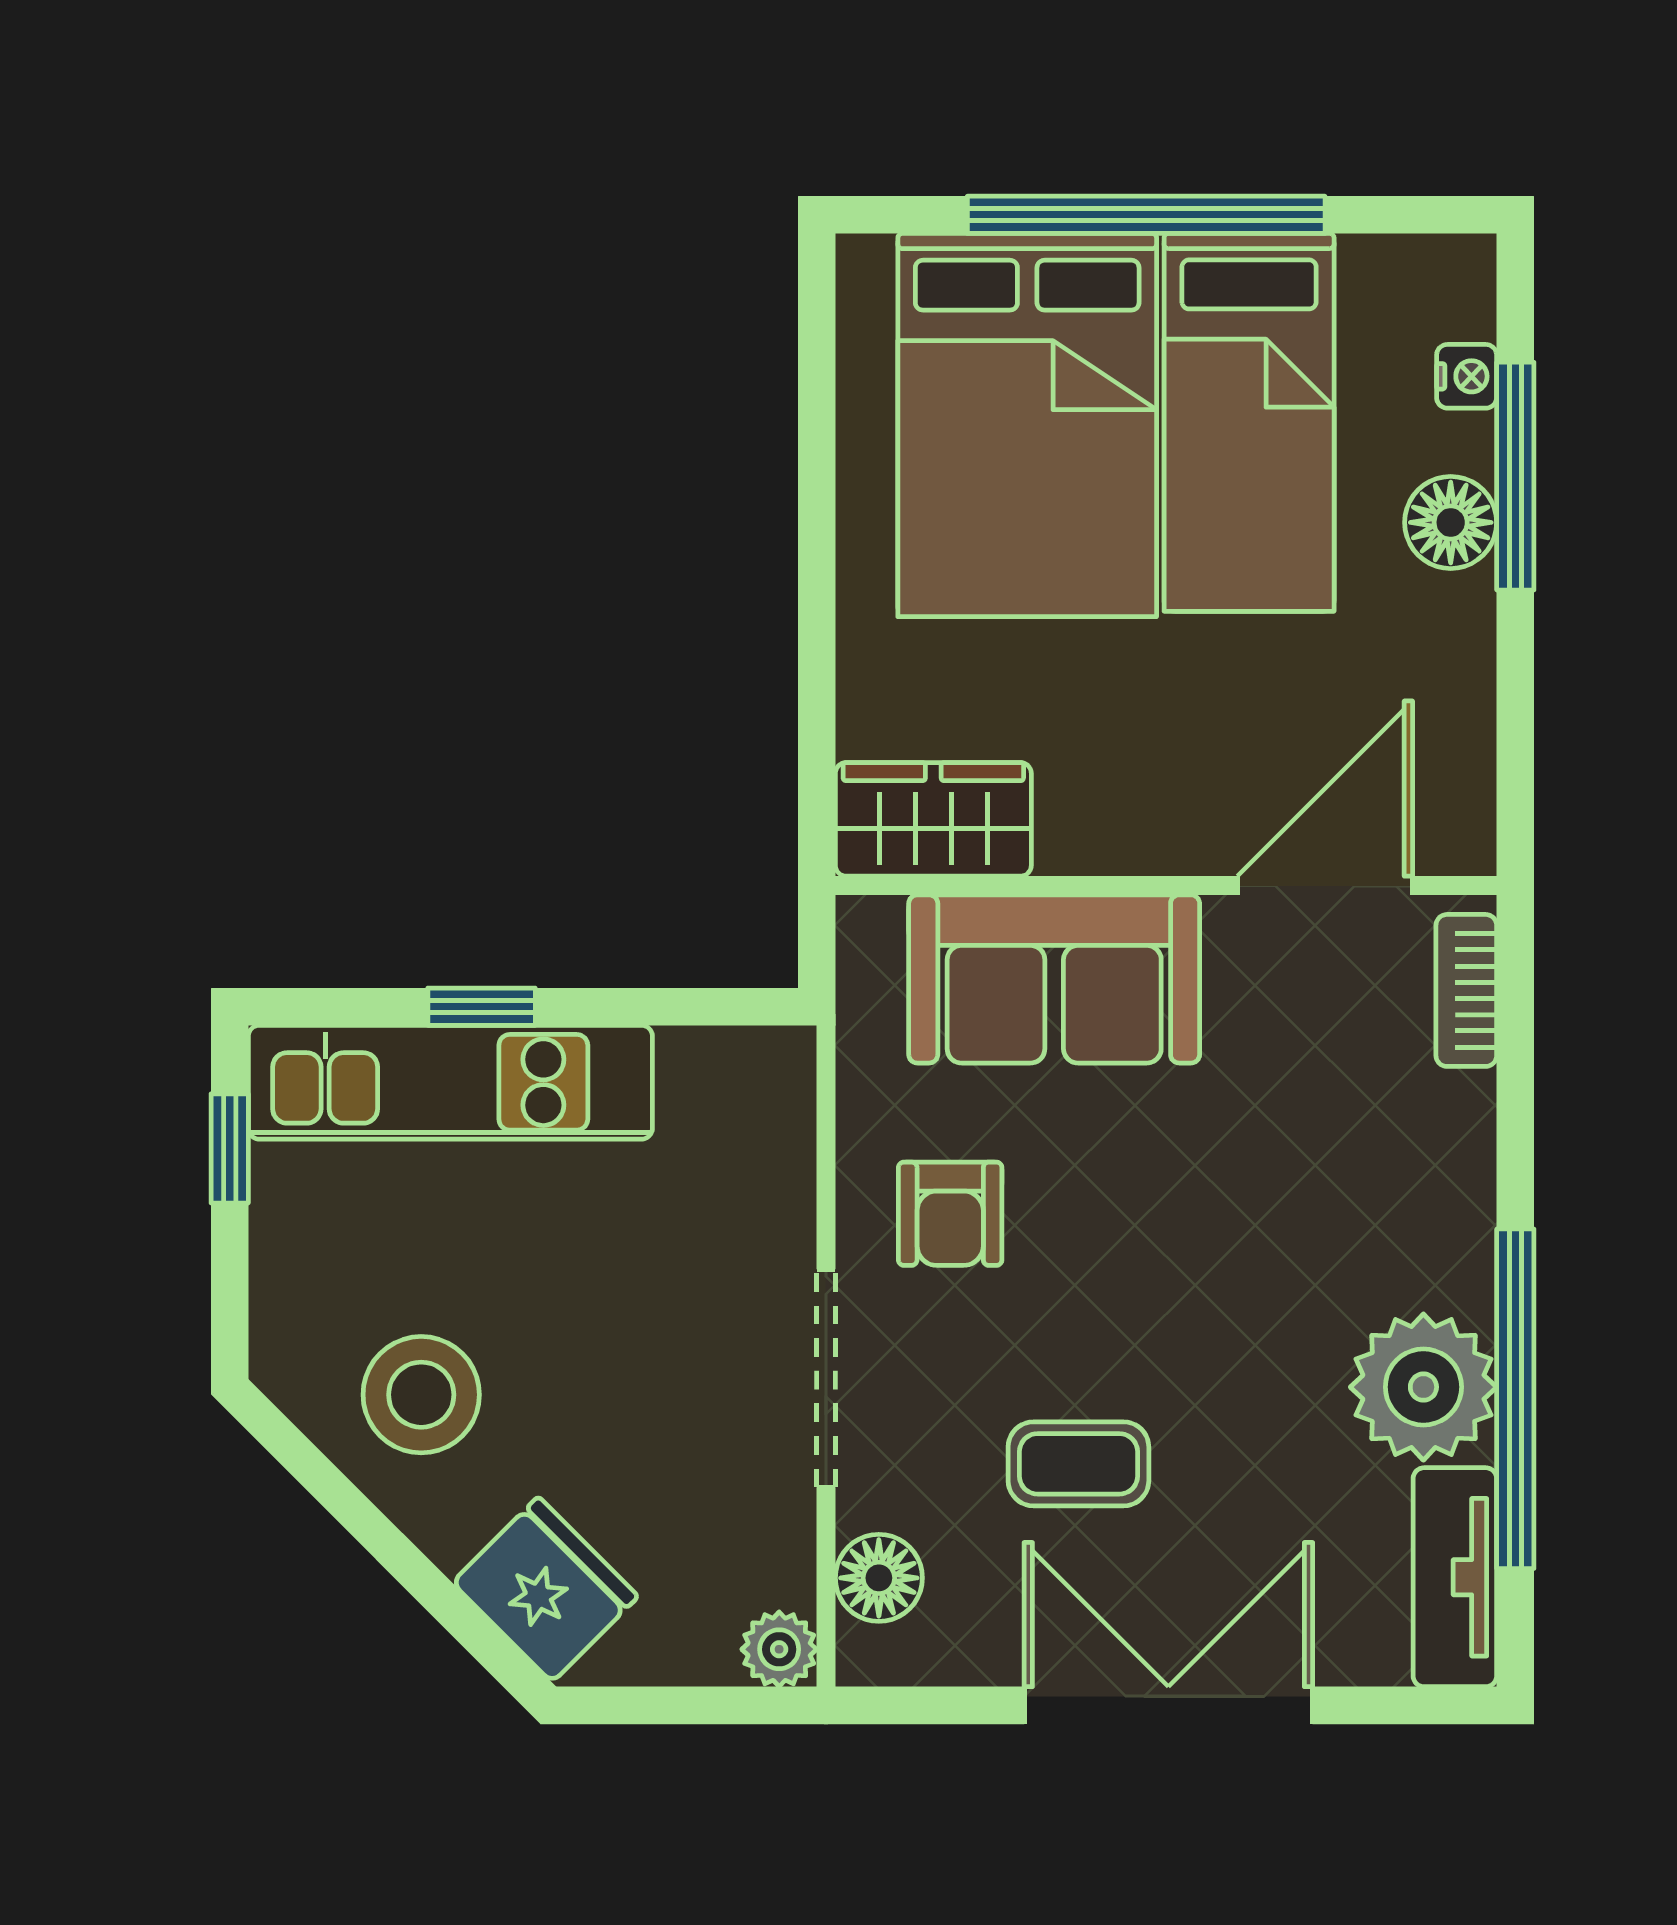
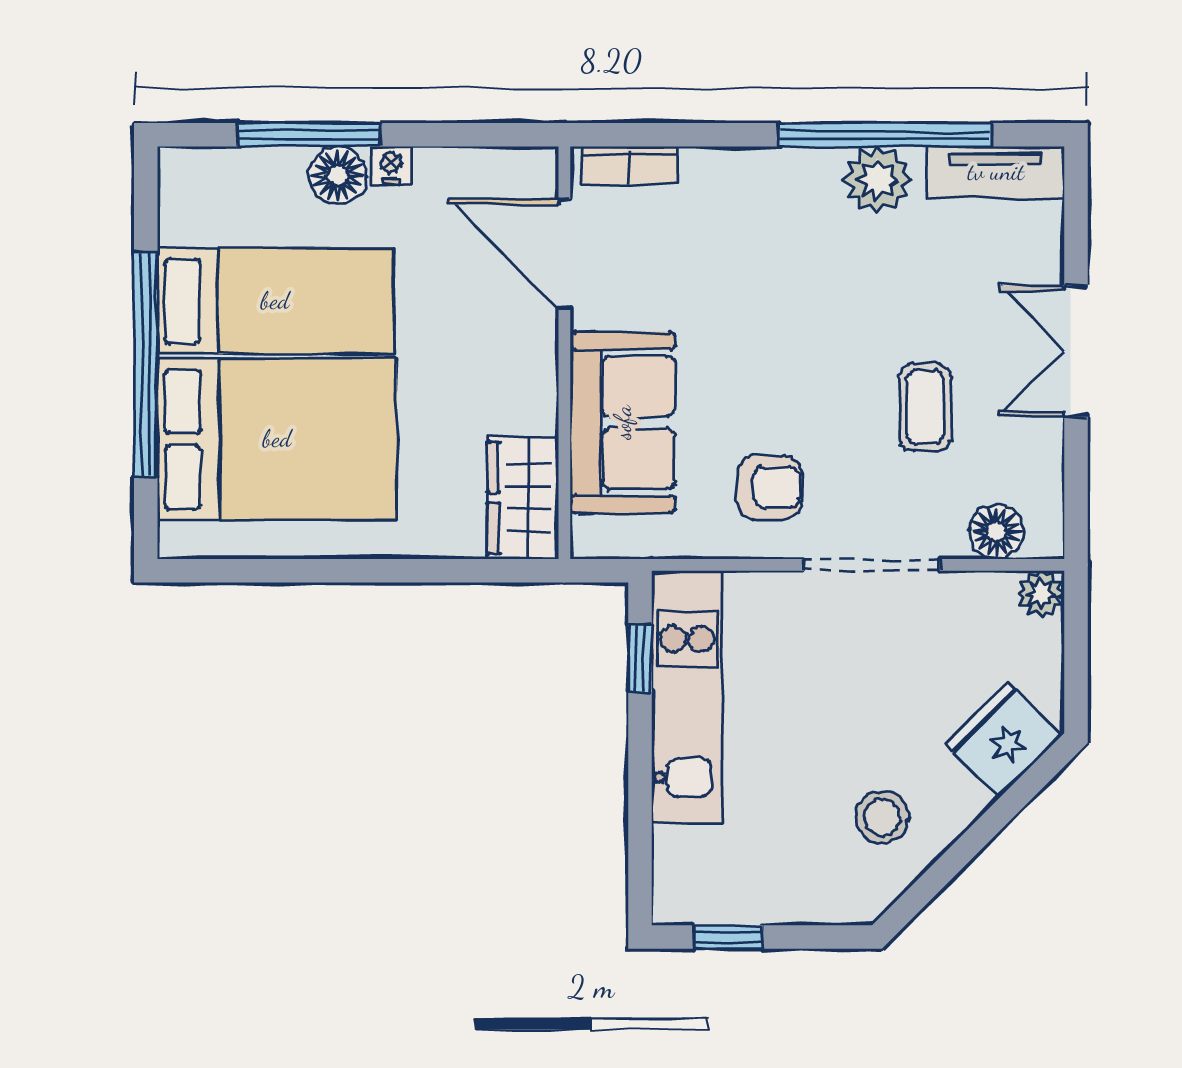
nightstand: (1467, 376) -> (391, 165), moved
window: (482, 1007) -> (640, 658), moved
kitchen unit: (450, 1082) -> (687, 697), moved
plant: (1423, 1387) -> (877, 180), width x0.73, depth x0.73
stool: (421, 1395) -> (882, 817), width x0.73, depth x0.73
double door: (1168, 1705) -> (1076, 351), width x0.73

